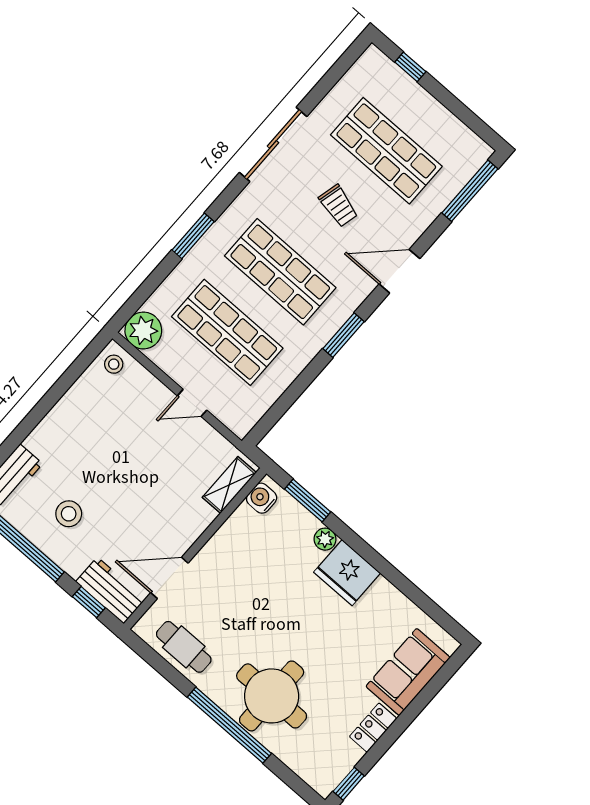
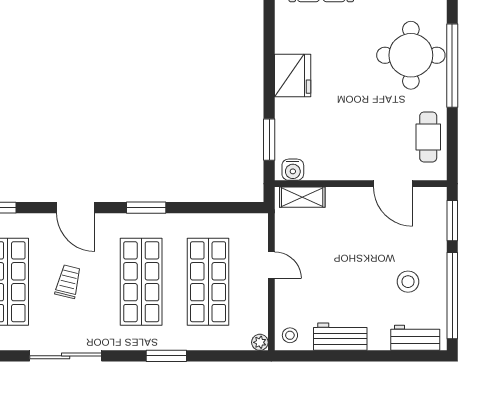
plant: (143, 331) -> (260, 342), width x0.53, depth x0.53
plant: (325, 539) -> (284, 108), removed
workbench: (111, 590) -> (340, 337), moved, turned 90
window: (89, 602) -> (452, 221), width x1.50

